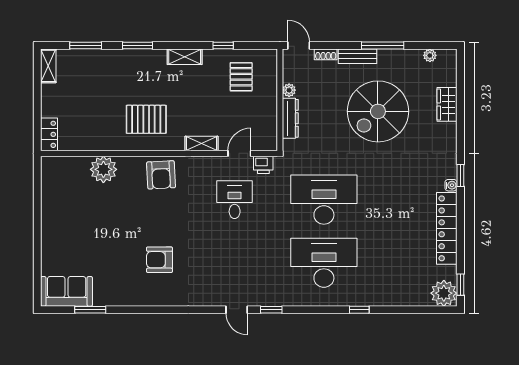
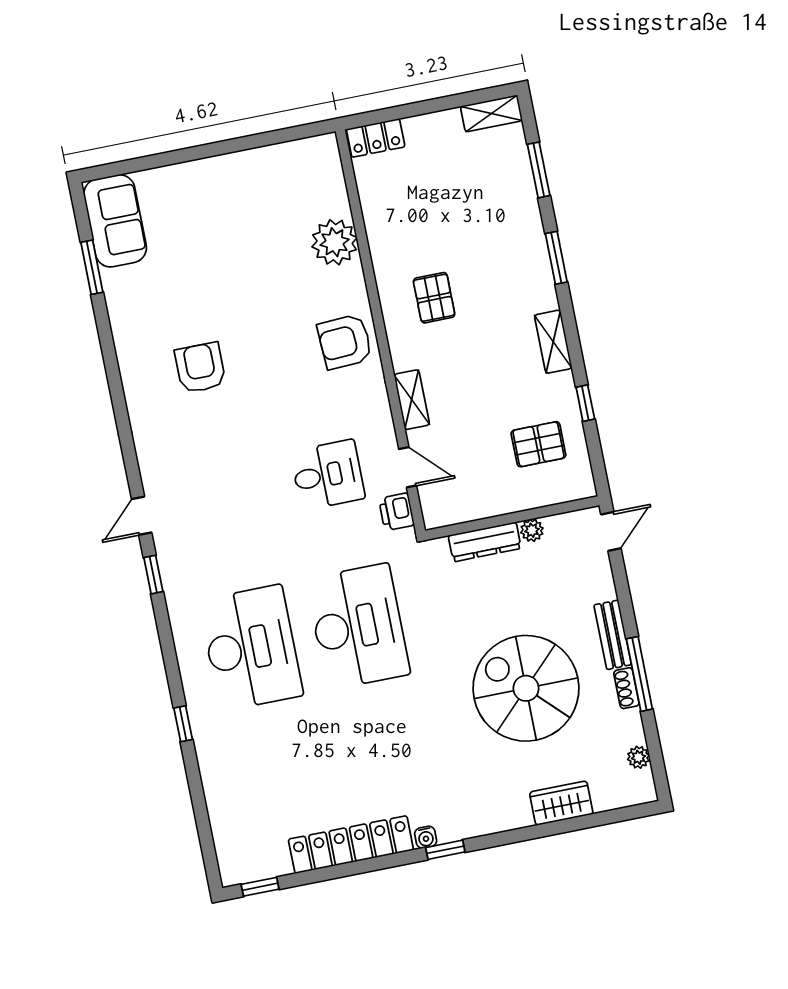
shoe rack: (326, 54) -> (626, 688), moved
pallet: (146, 119) -> (434, 298), width x0.67, depth x0.71
plant: (444, 293) -> (240, 862), removed

